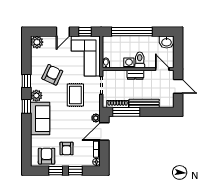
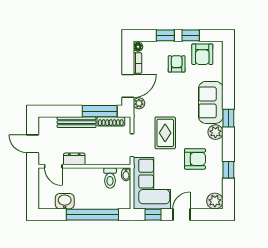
washbasin: (167, 42) -> (65, 201), moved
toilet: (140, 60) -> (110, 178), moved
washing machine: (129, 63) -> (96, 174), removed
armchair: (52, 75) -> (195, 159), turned -115
dresser: (135, 75) -> (74, 159), moved
window: (26, 81) -> (228, 170), moved

